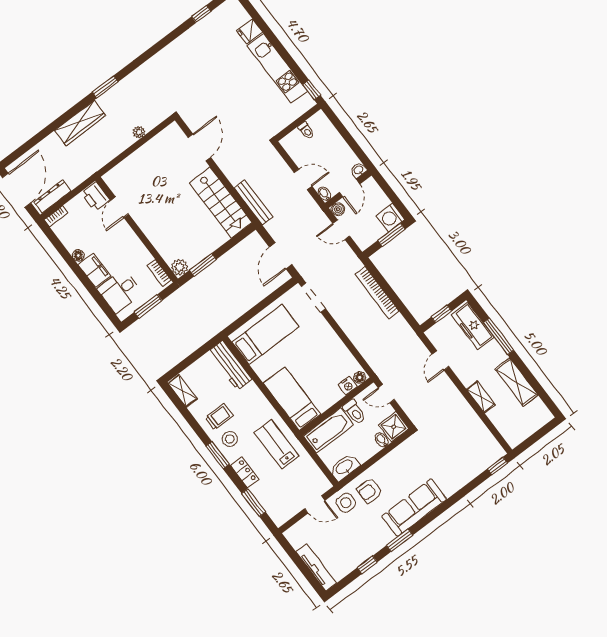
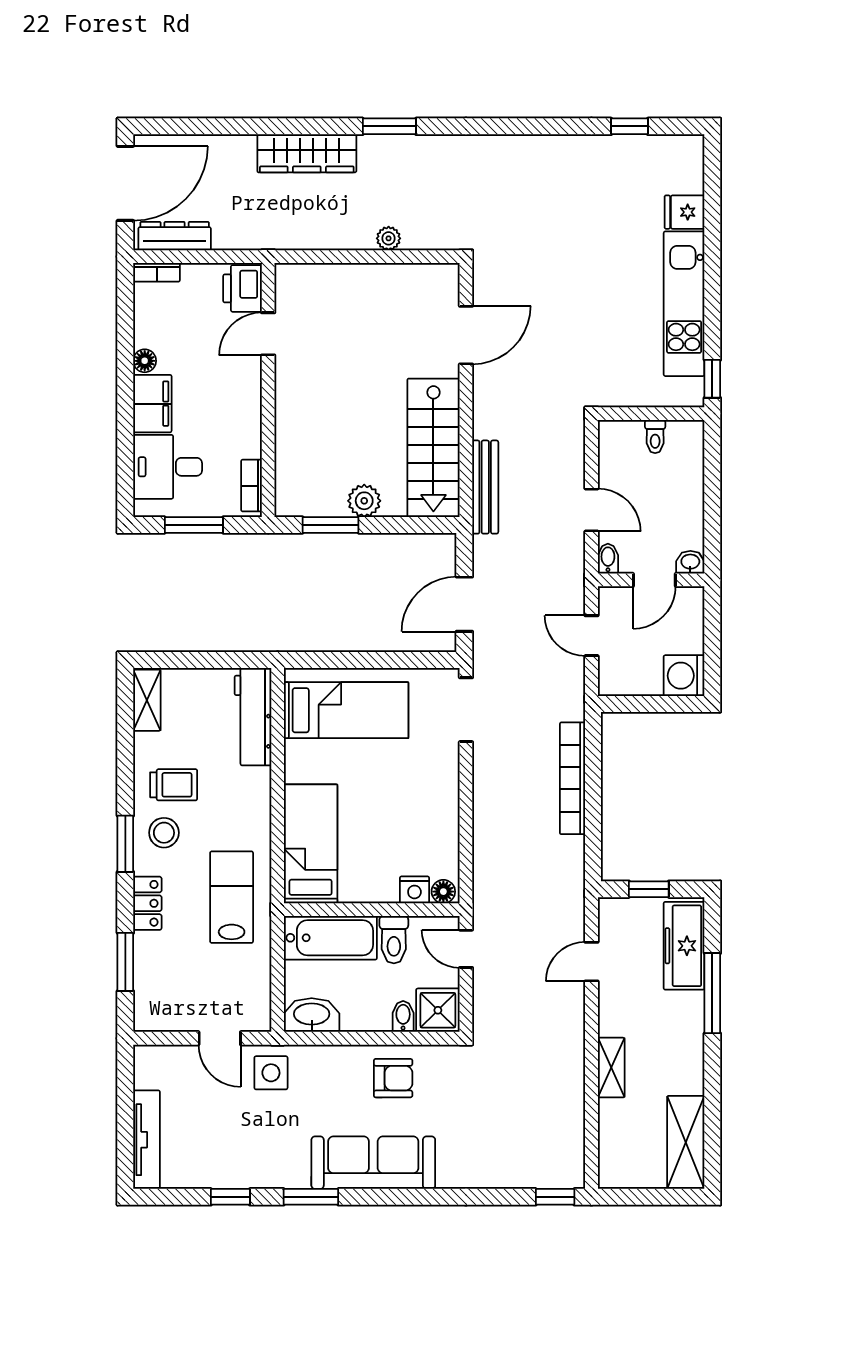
boiler: (338, 209) -> (611, 599), removed
window: (391, 235) -> (664, 704), removed
plant: (180, 267) -> (364, 501), moved
shelving: (516, 382) -> (686, 1142), moved
armchair: (369, 491) -> (393, 1078), moved, turned 180

